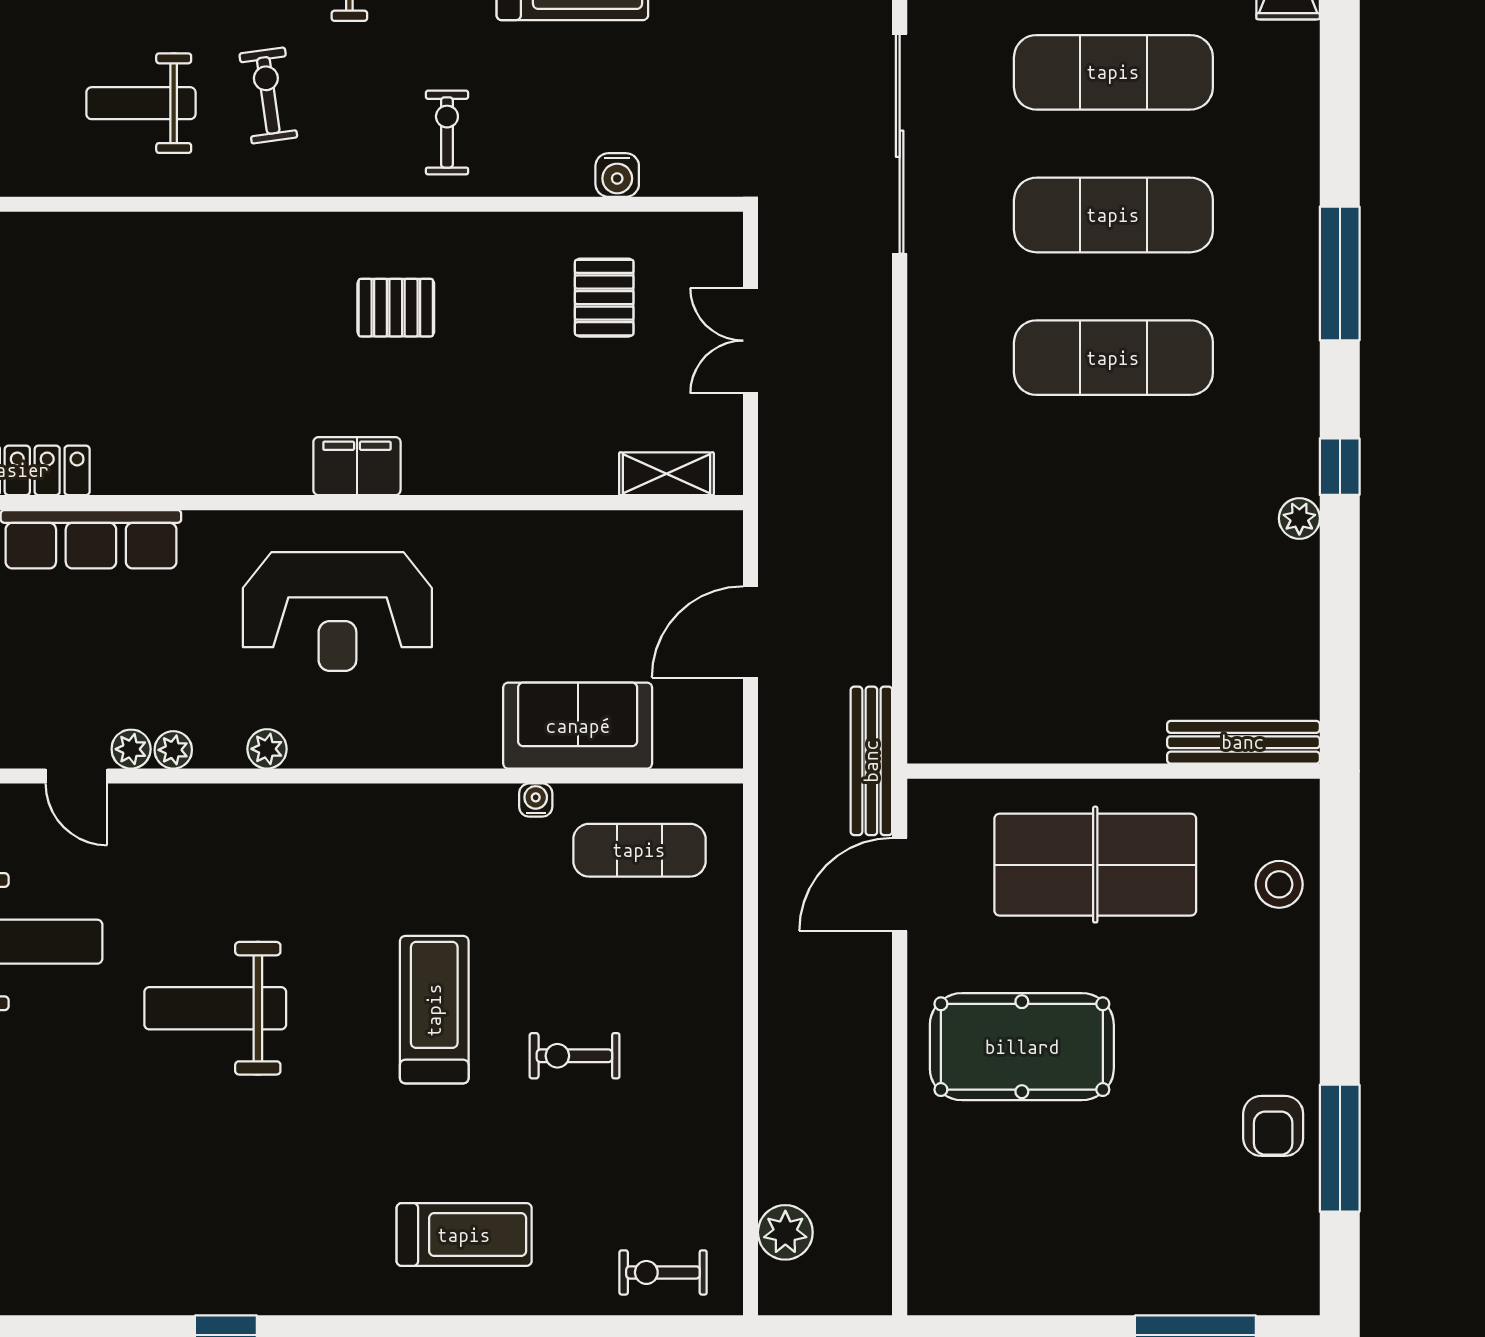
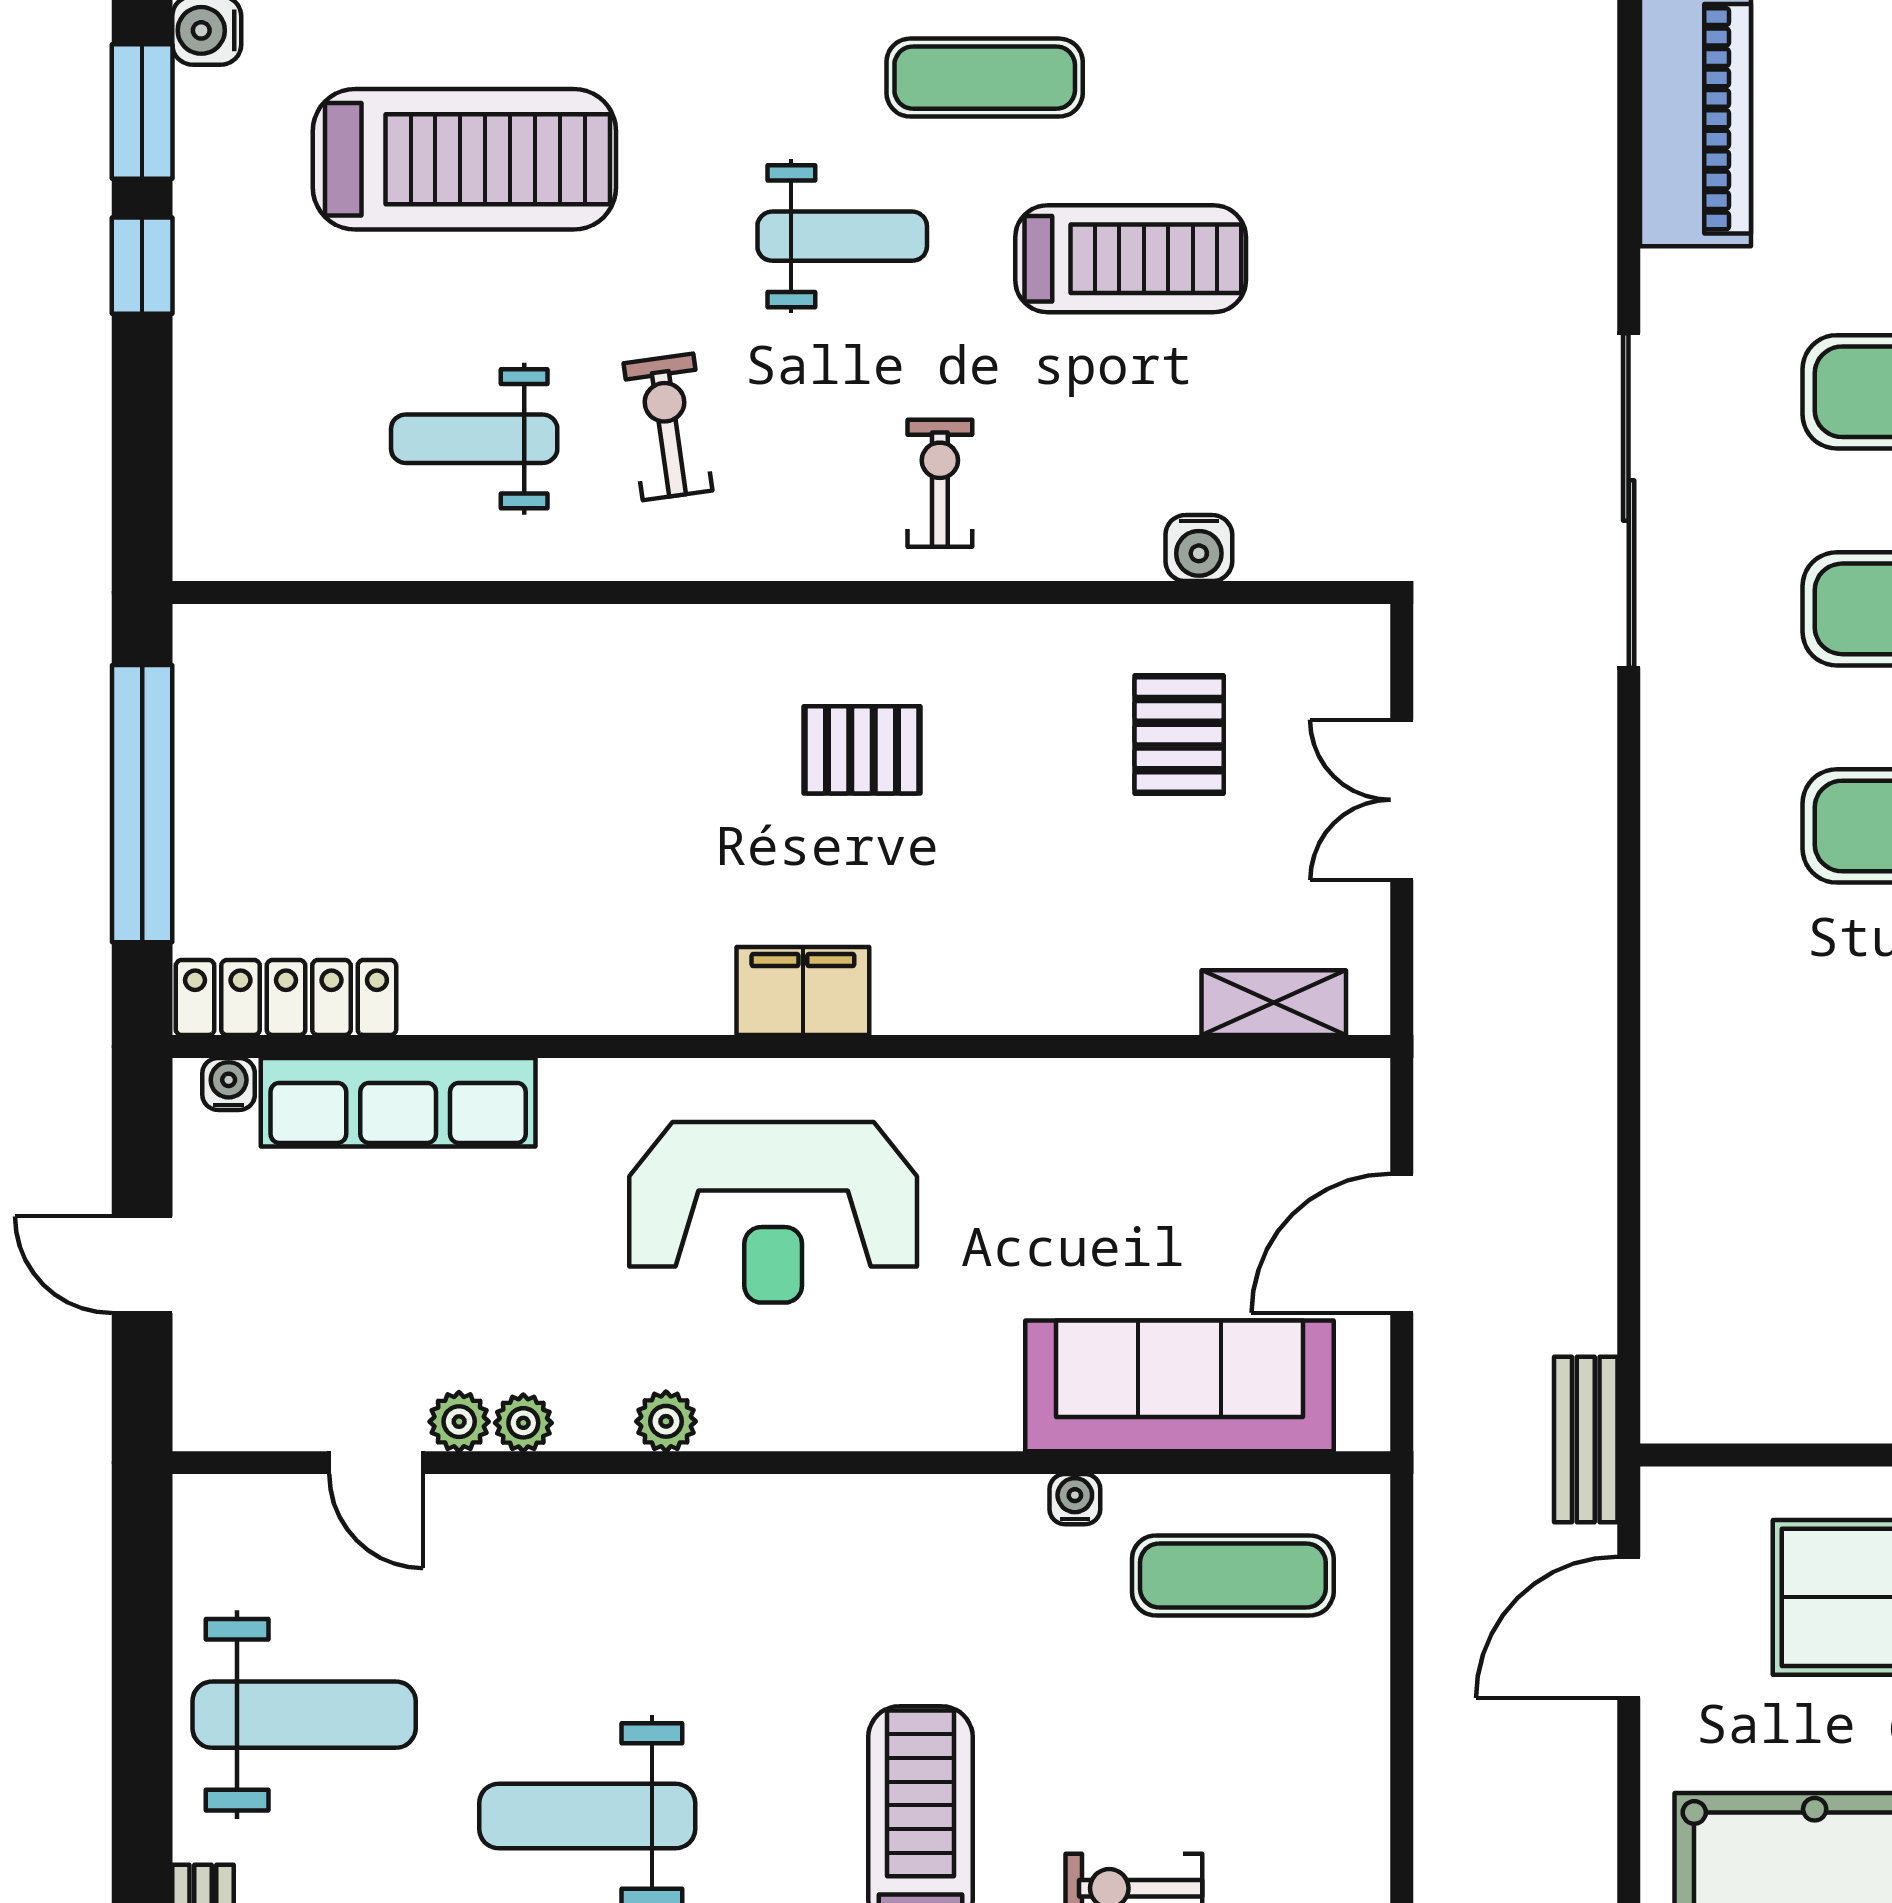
sofa: (578, 726) -> (1180, 1386), width x1.36
bench: (871, 761) -> (1586, 1440), width x0.73

